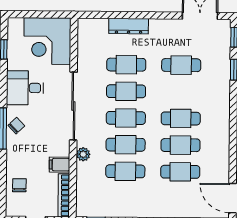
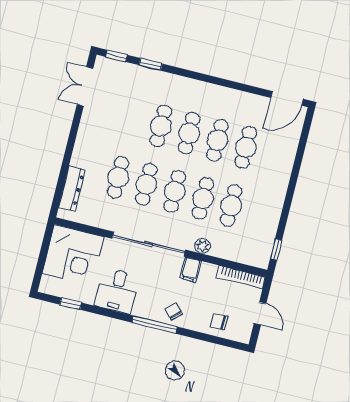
dresser: (129, 26) -> (72, 189), moved
cafe table: (181, 65) -> (161, 126), moved
chair: (16, 126) -> (174, 312), moved
filing cabinet: (59, 165) -> (191, 270), moved

